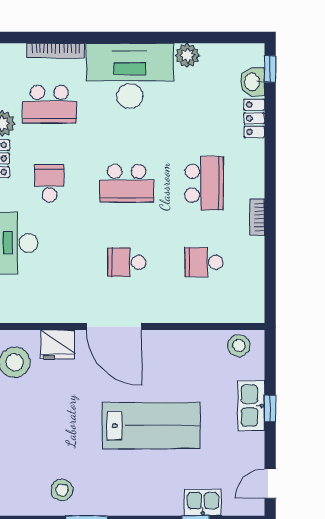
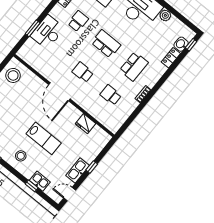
school desk: (127, 183) -> (106, 44), turned 180
fridge: (58, 344) -> (85, 124), moved
stool: (239, 346) -> (21, 156), moved
kitchen sink: (251, 406) -> (78, 170), moved
lab bench: (151, 426) -> (44, 138), width x0.73, depth x0.72

